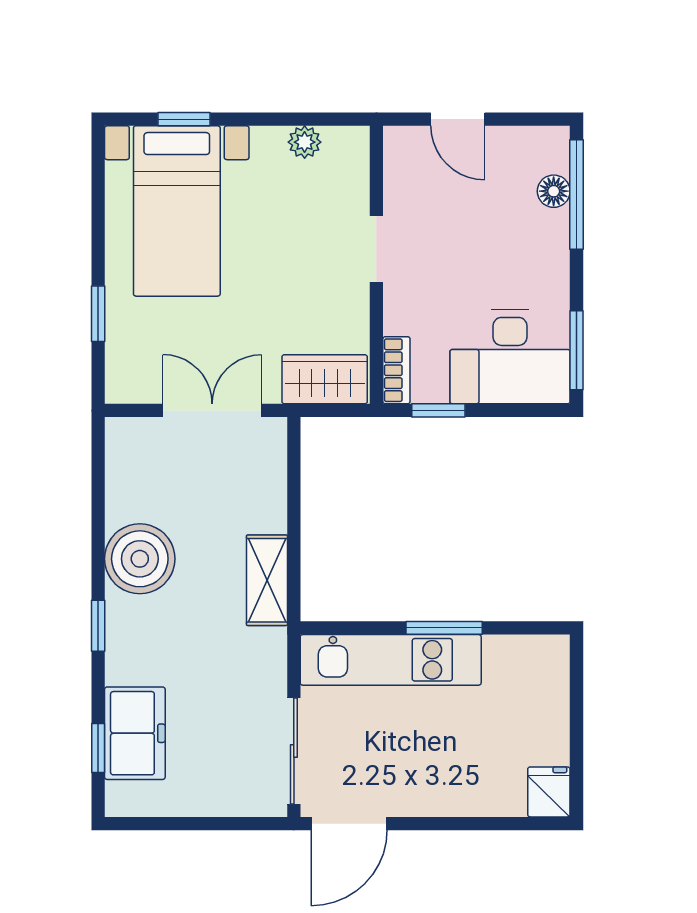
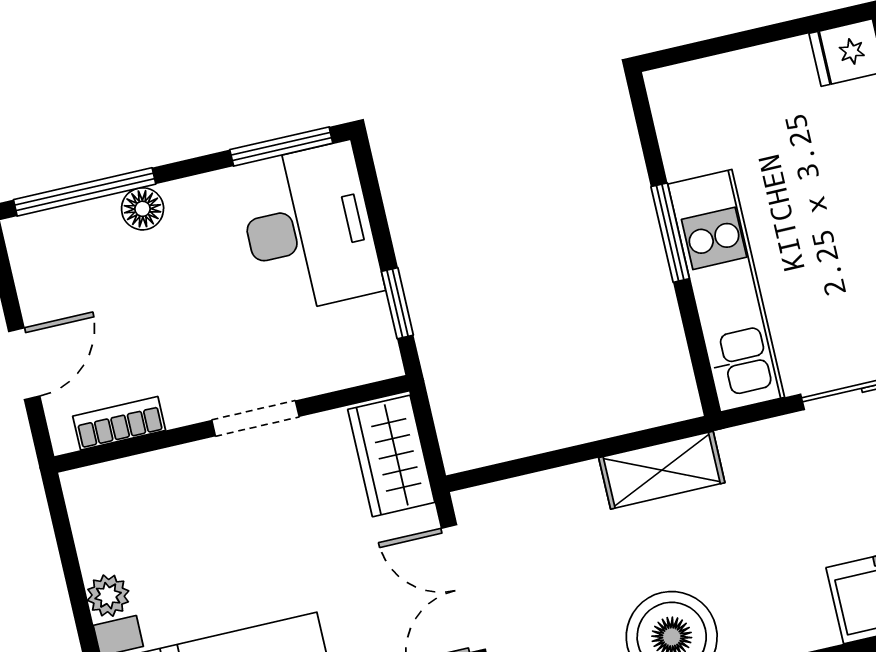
plant: (305, 142) -> (108, 596), moved
floor lamp: (554, 191) -> (143, 209), moved
doorway: (376, 249) -> (255, 418), moved
bookcase: (396, 370) -> (119, 423), moved

